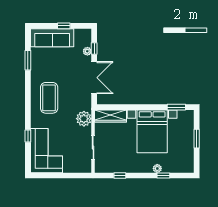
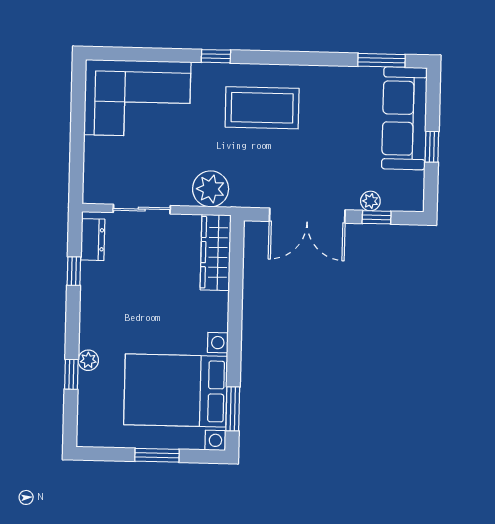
window: (28, 60) -> (382, 60), moved
bed with nightstands: (152, 131) -> (176, 390), moved
window: (28, 136) -> (216, 56), moved
dresser: (106, 168) -> (93, 240), added

